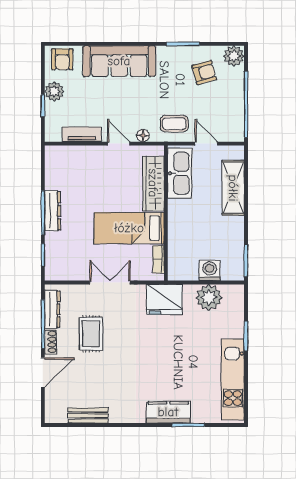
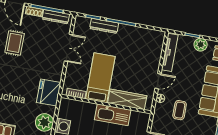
coffee table: (174, 124) -> (180, 110), moved
tv unit: (82, 134) -> (170, 52), width x1.41
kitchen sink: (180, 173) -> (113, 115), moved
dresser: (53, 211) -> (104, 26), moved
double door: (110, 283) -> (68, 48), moved
rug: (91, 334) -> (15, 43), moved, turned 90

